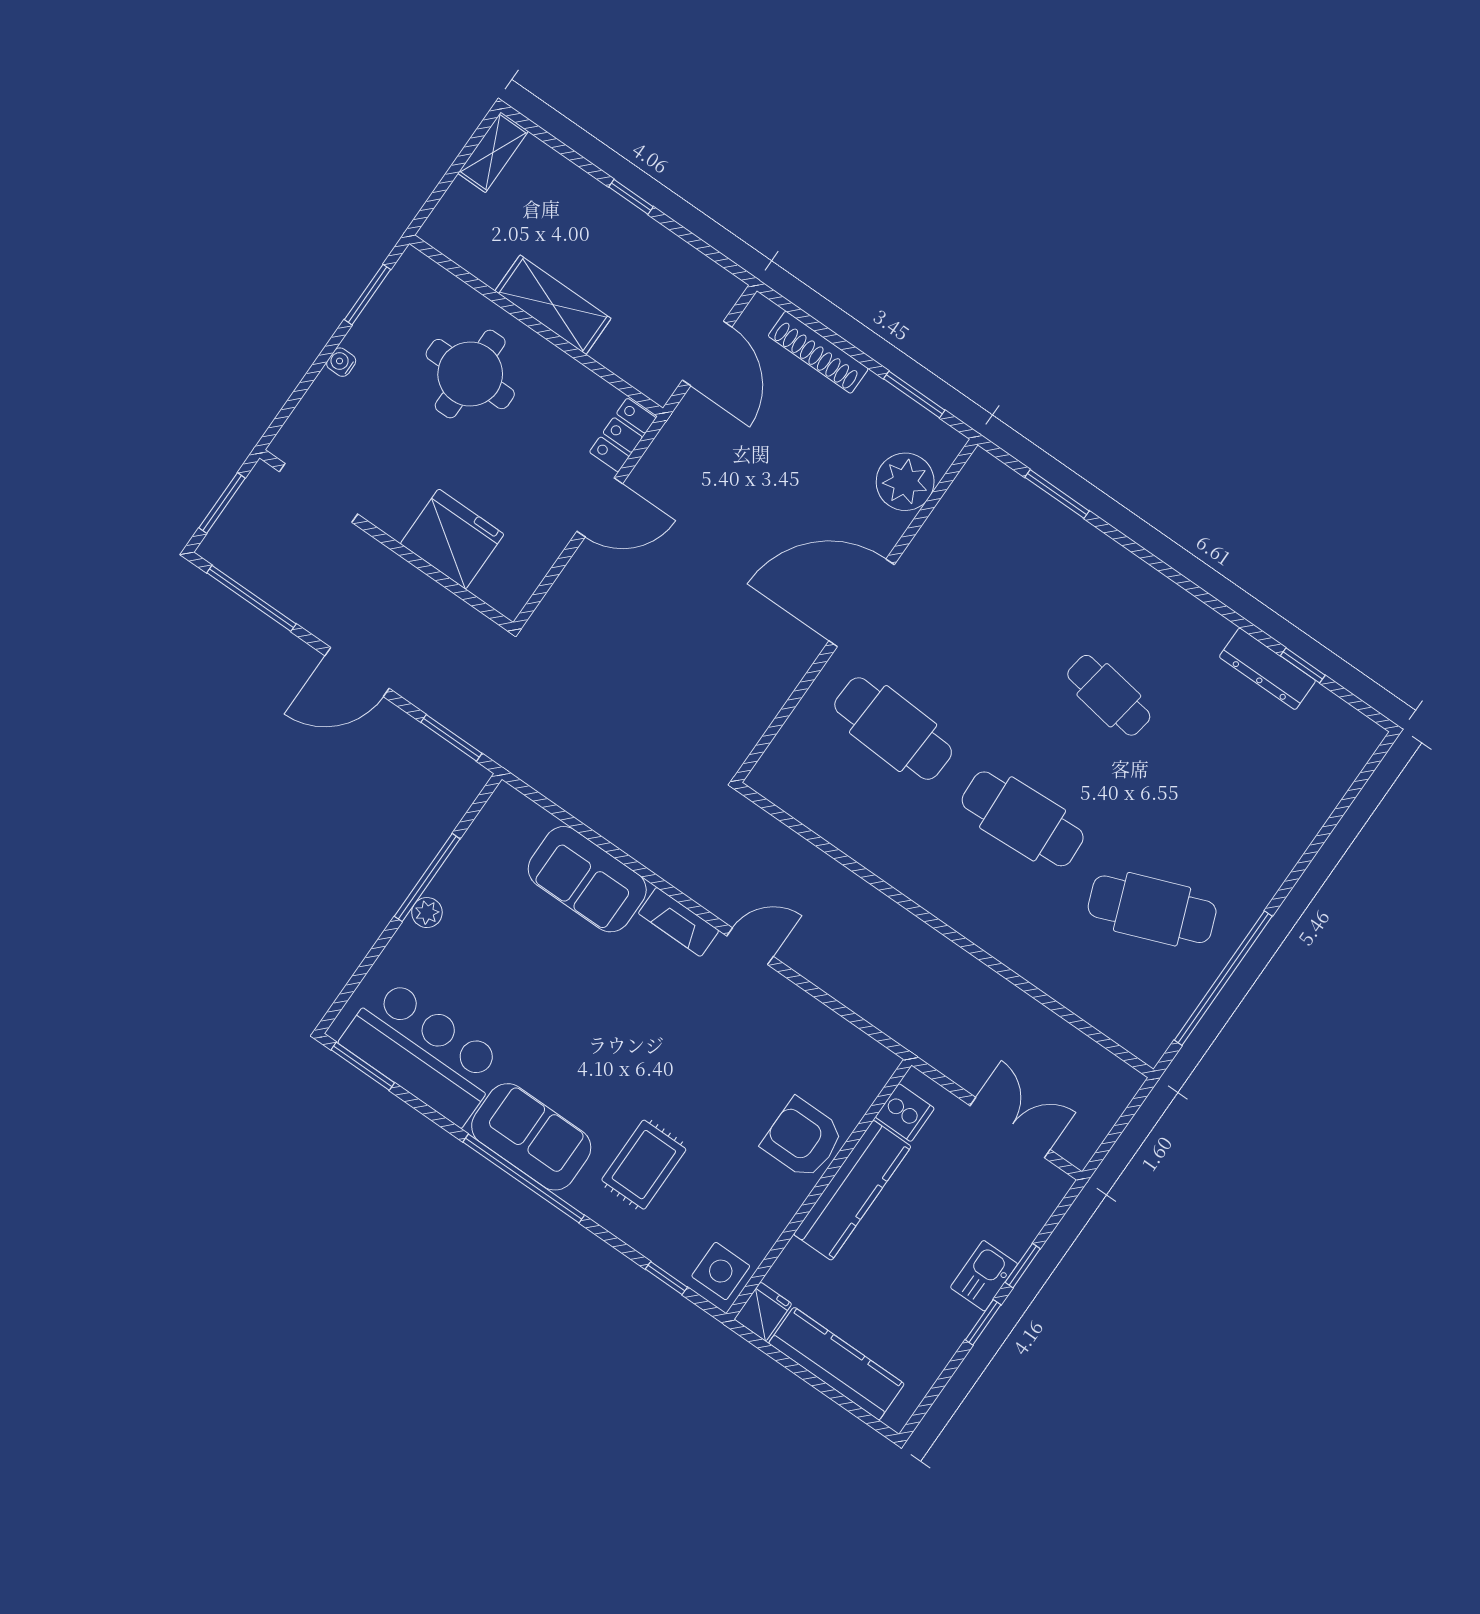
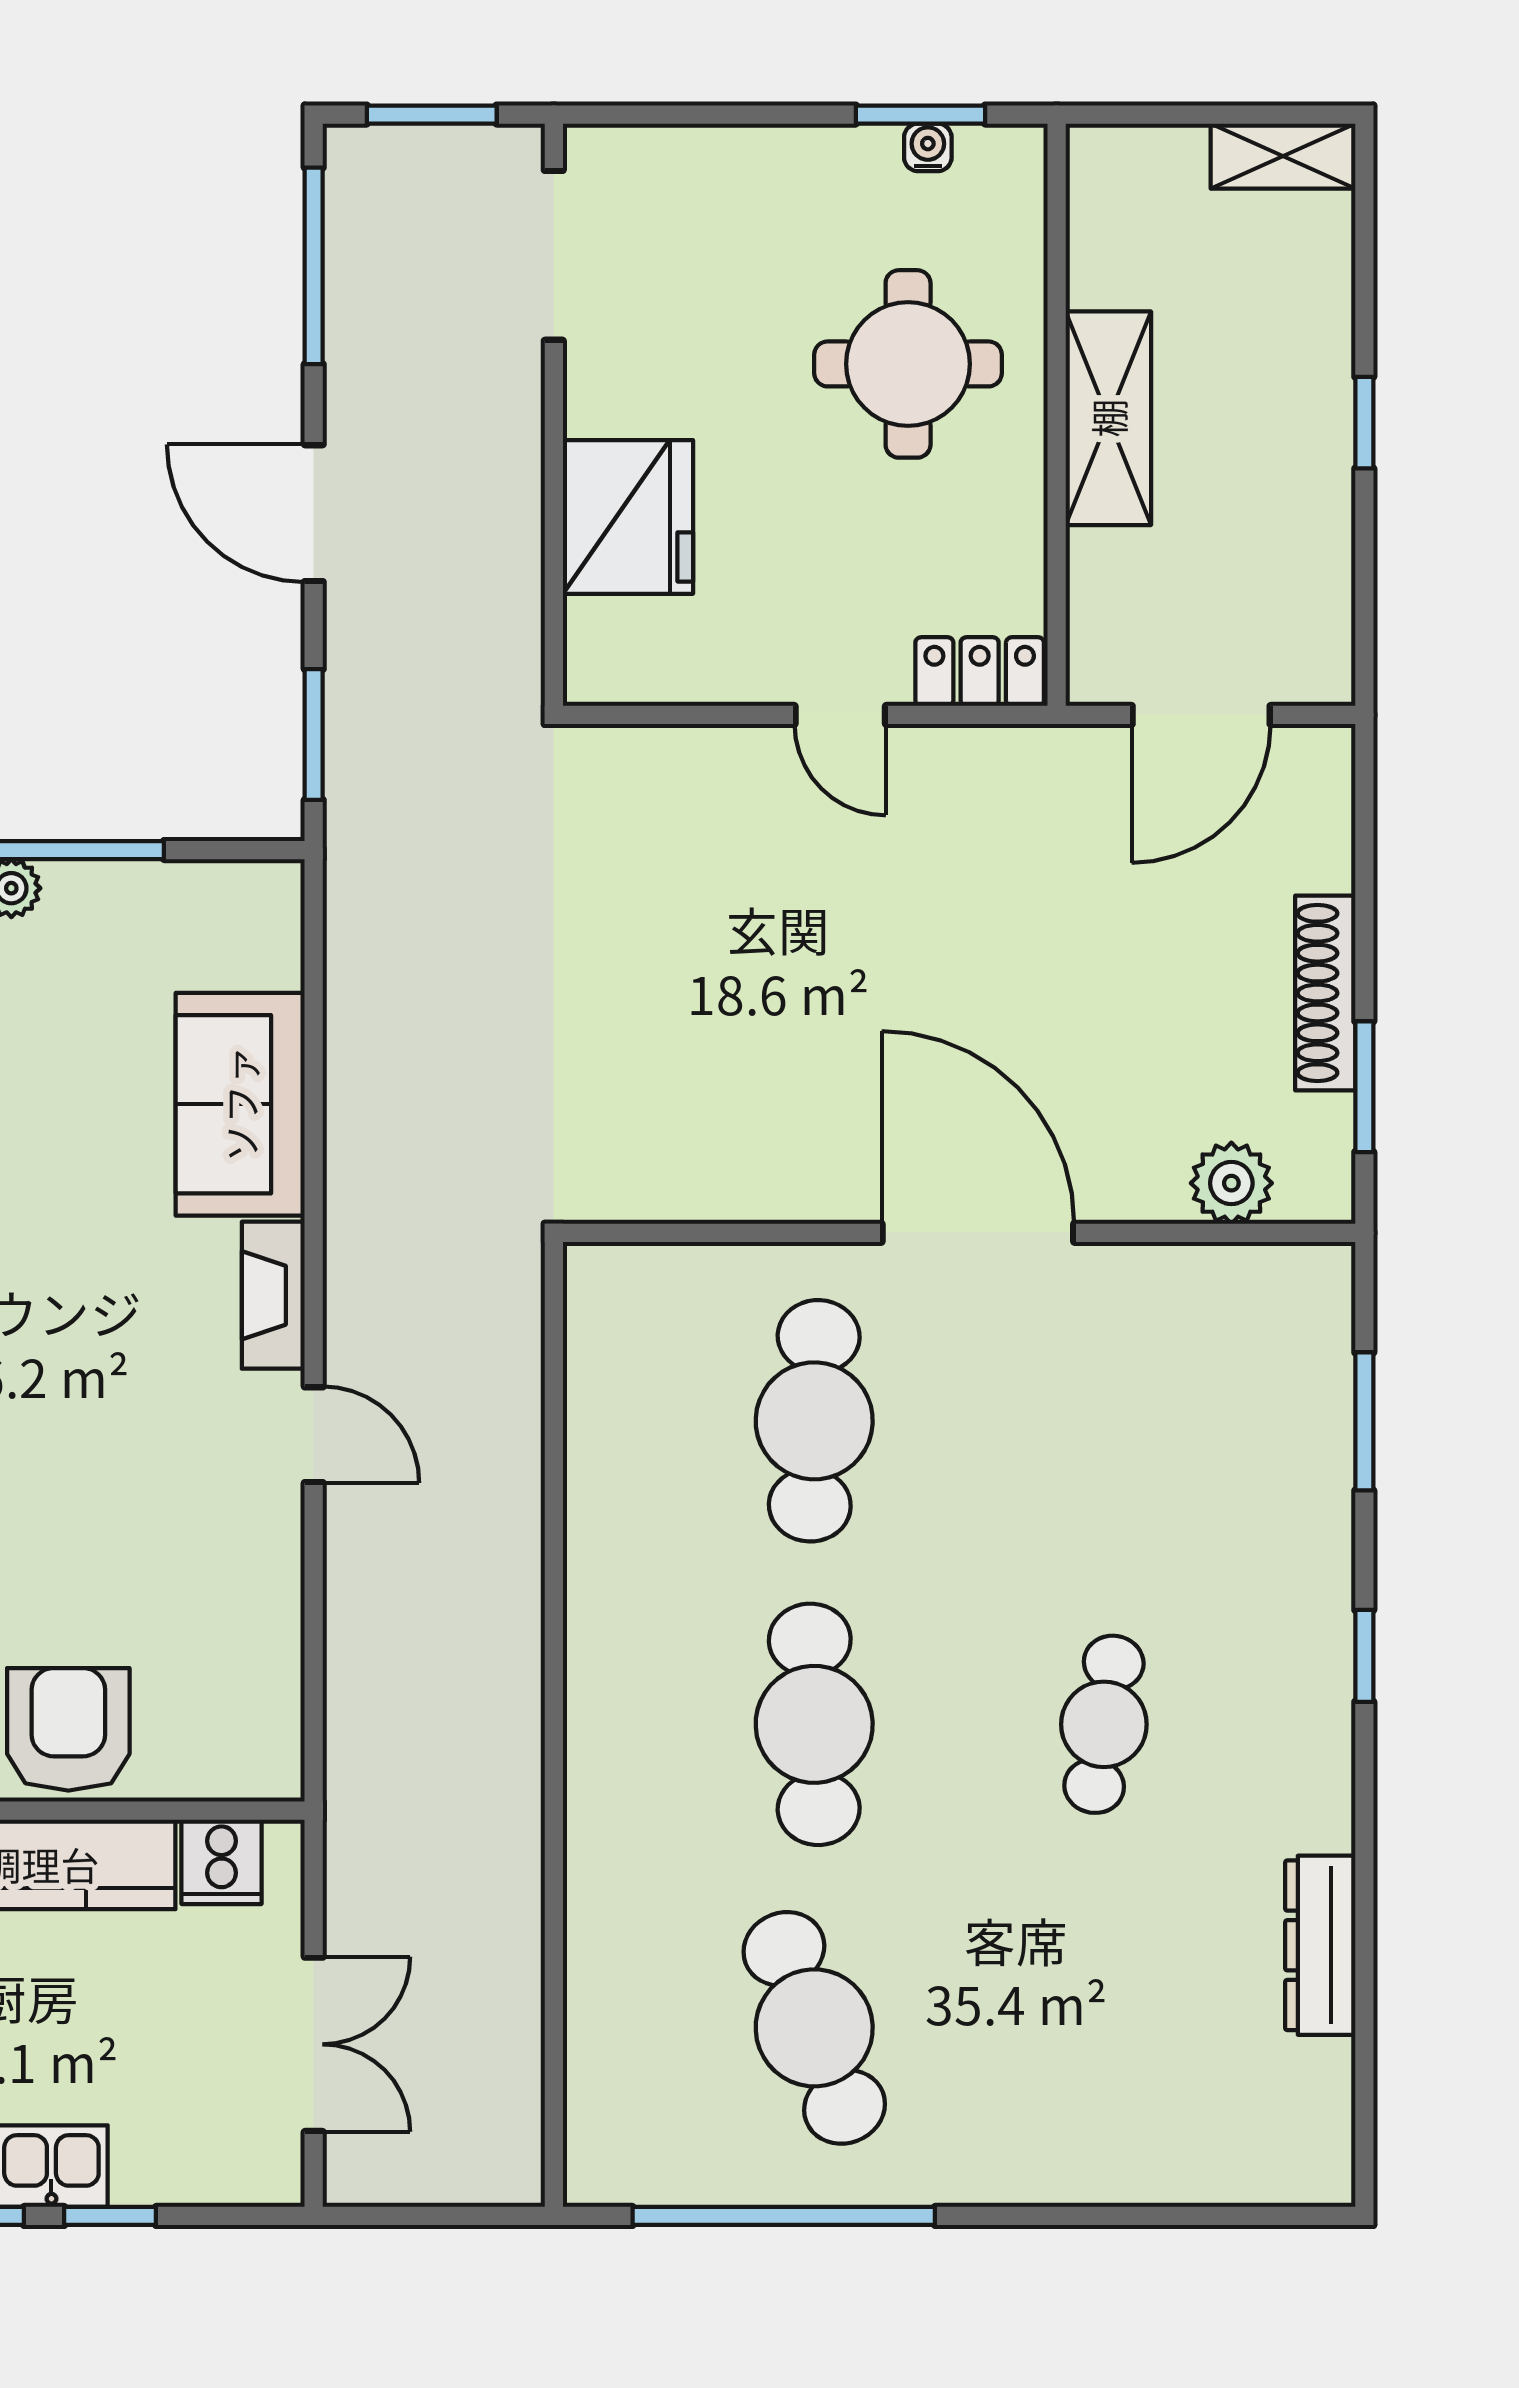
shoe rack: (818, 352) -> (1325, 993), moved
water cooler: (341, 362) -> (928, 147), moved
plant: (905, 482) -> (1231, 1183), width x0.73, depth x0.73
door: (600, 507) -> (840, 715), width x0.73
window: (1303, 665) -> (1364, 1656), moved

